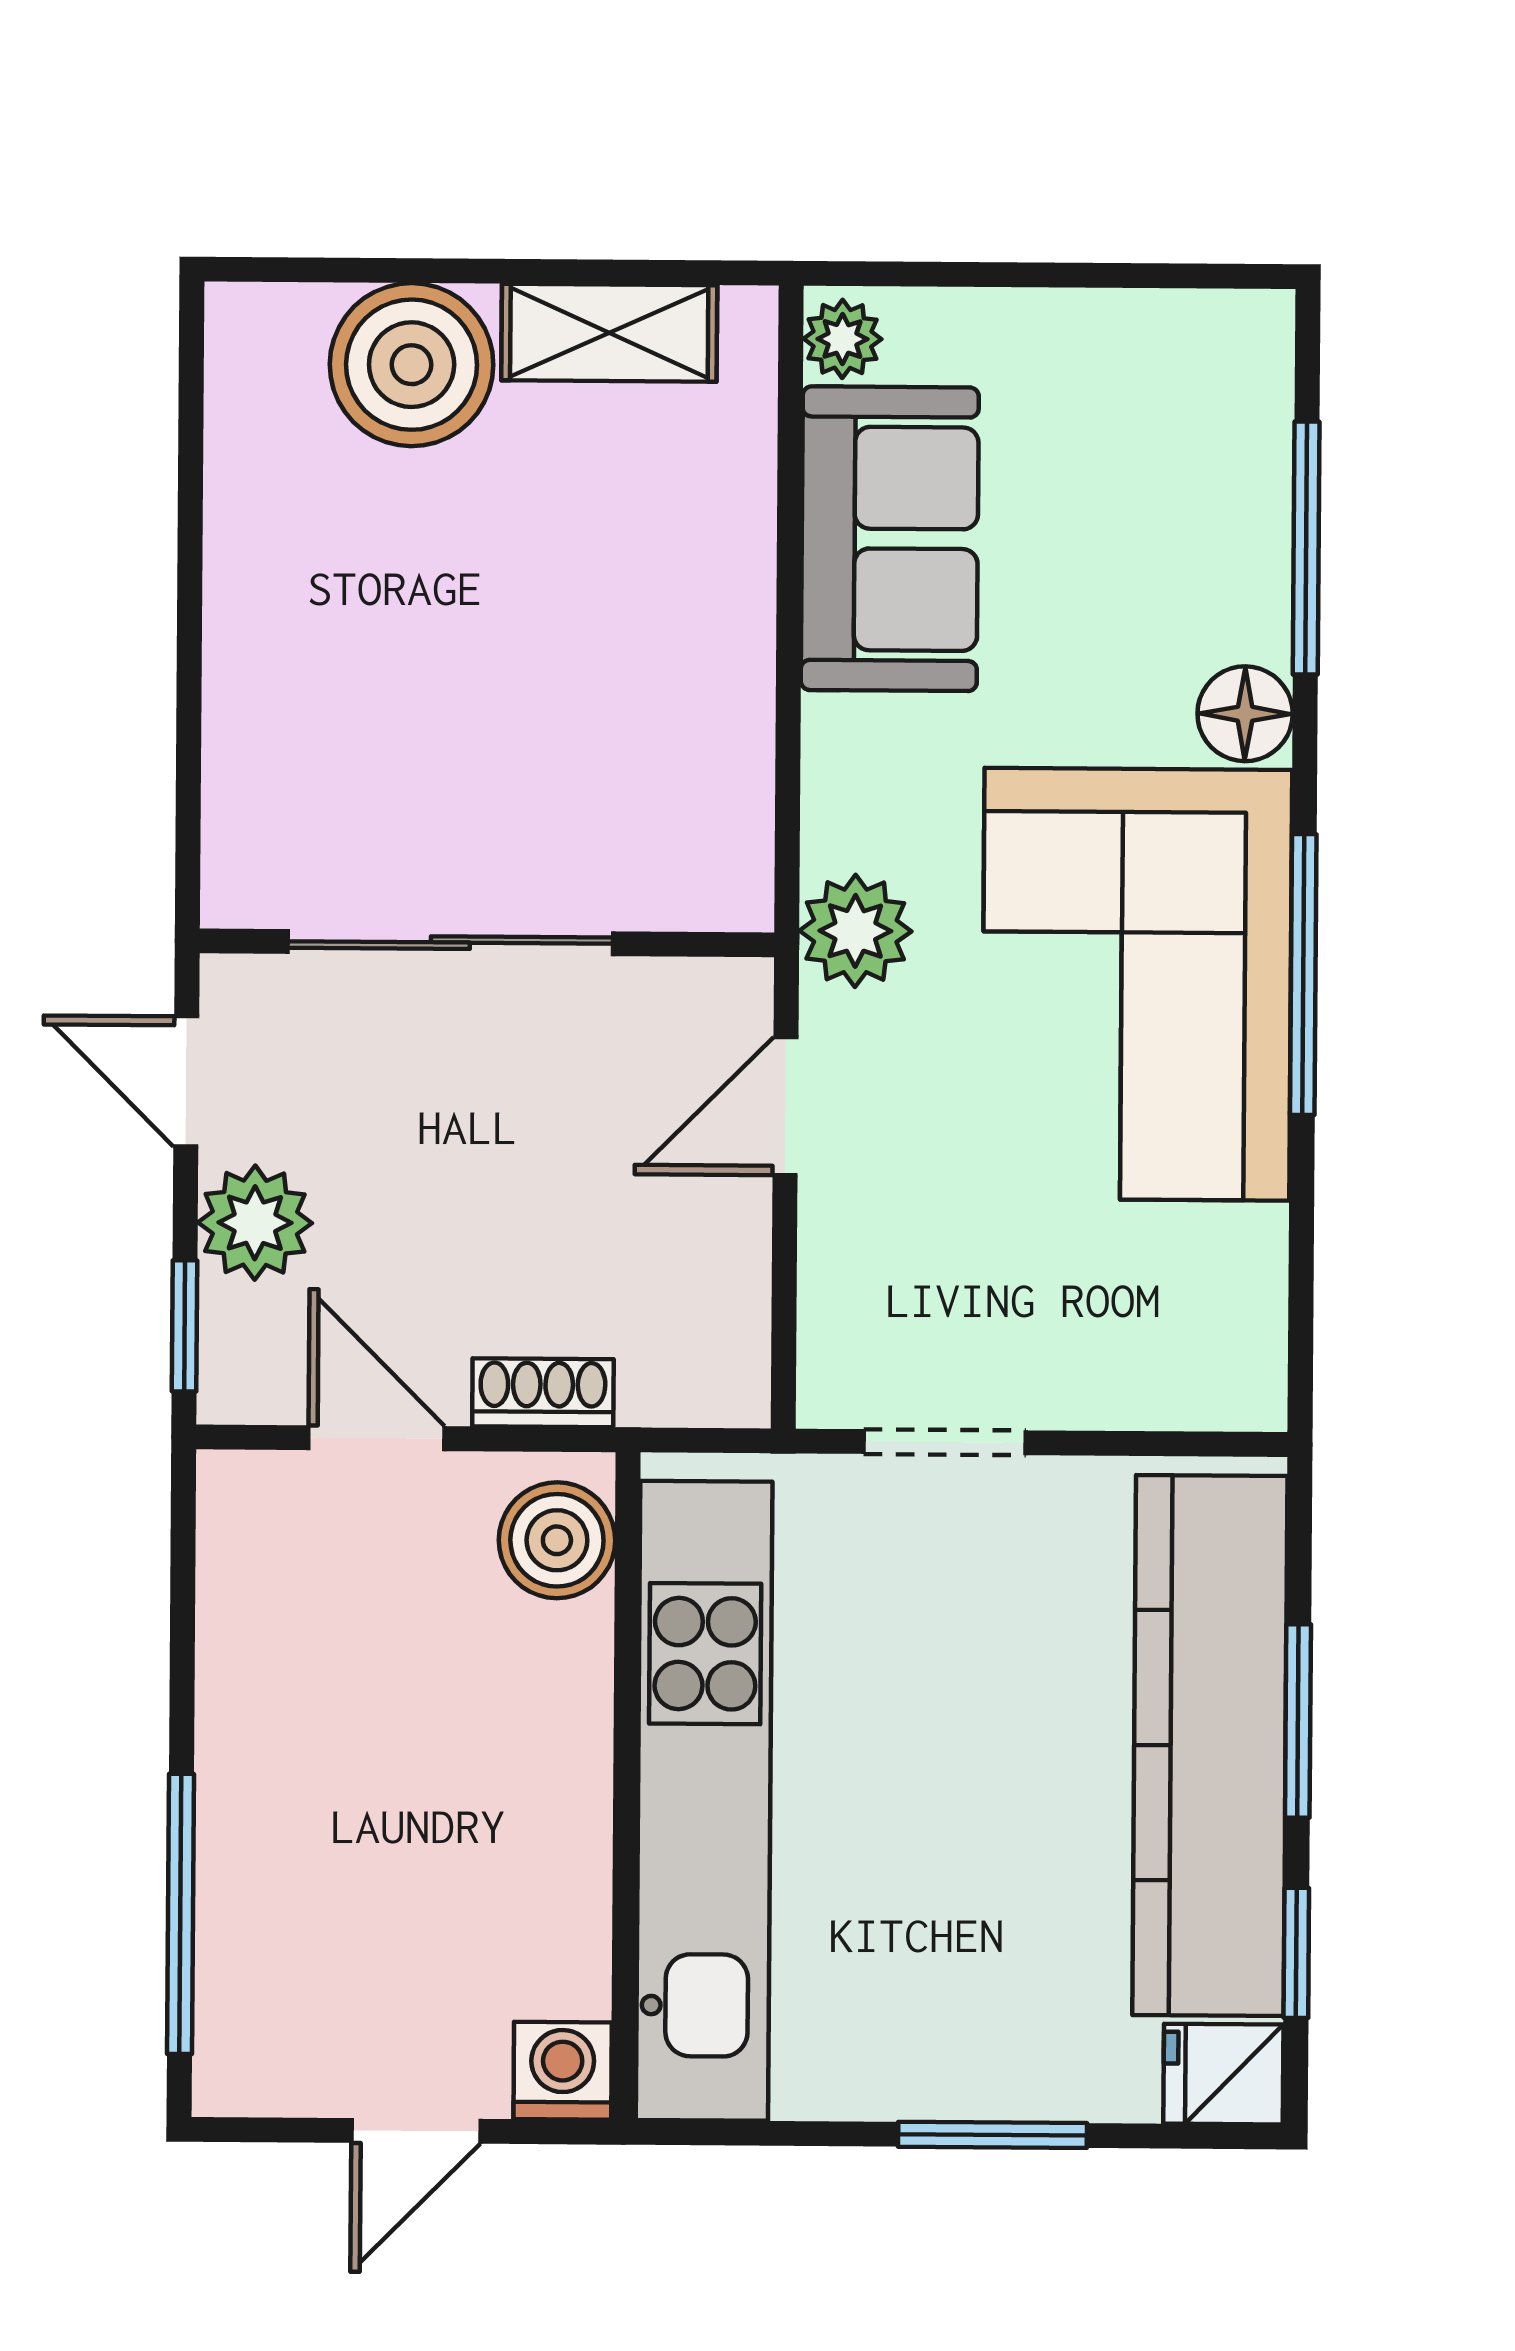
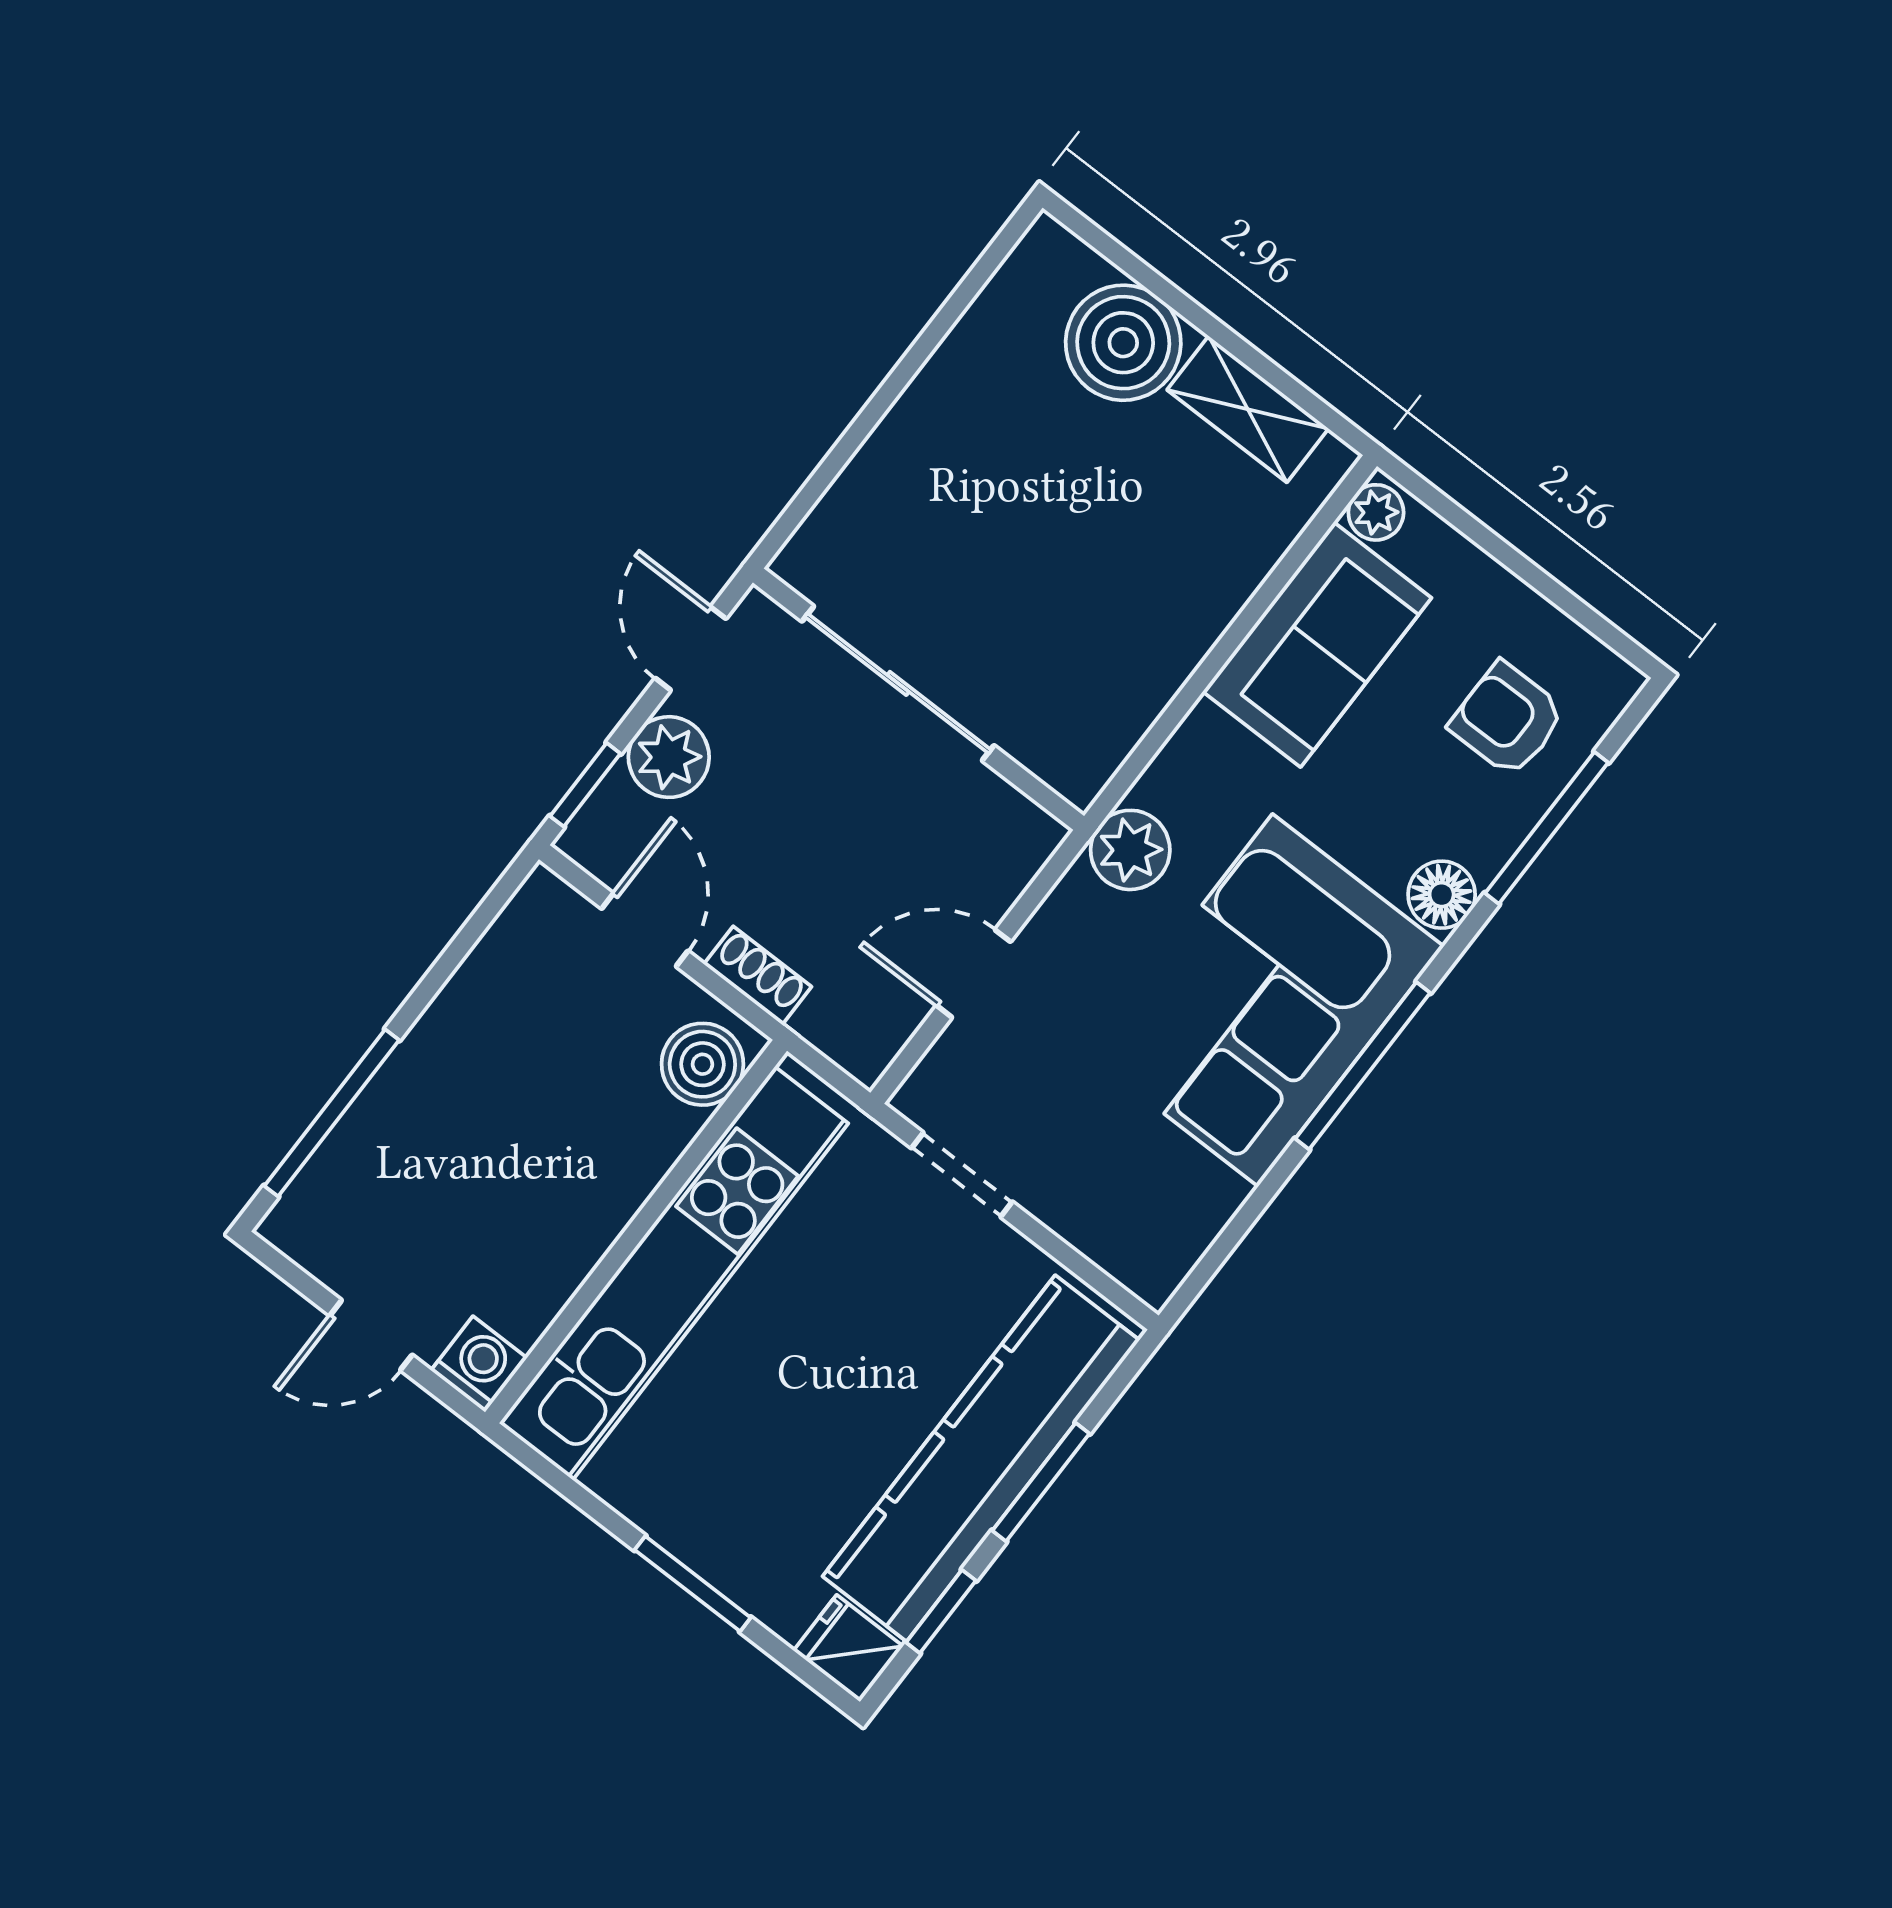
armchair: (1169, 459) -> (1507, 719), added
door: (786, 1106) -> (973, 974), moved

